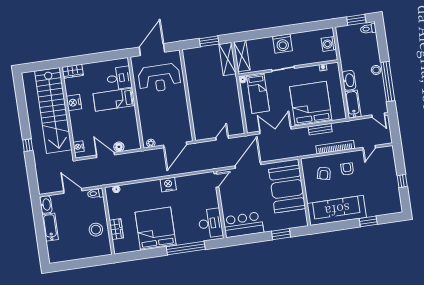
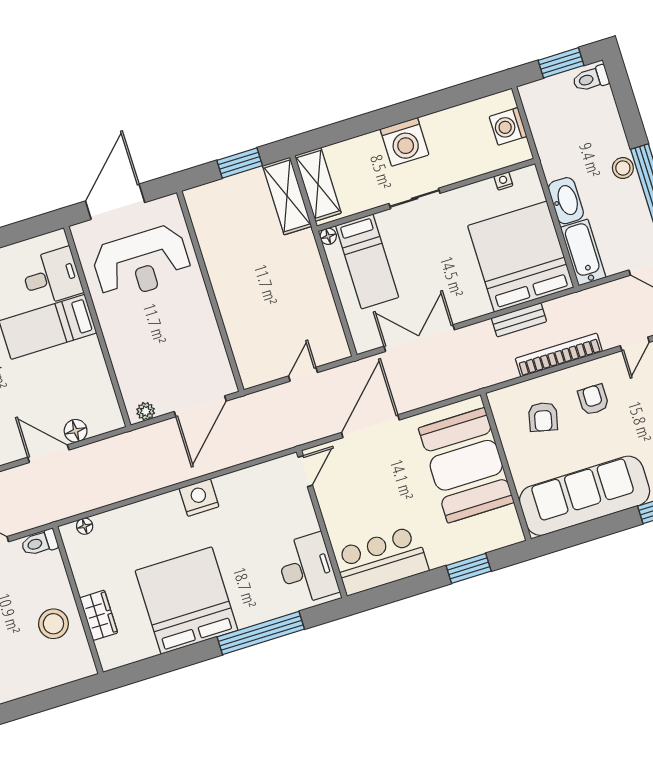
bed: (311, 104) -> (521, 257), moved

